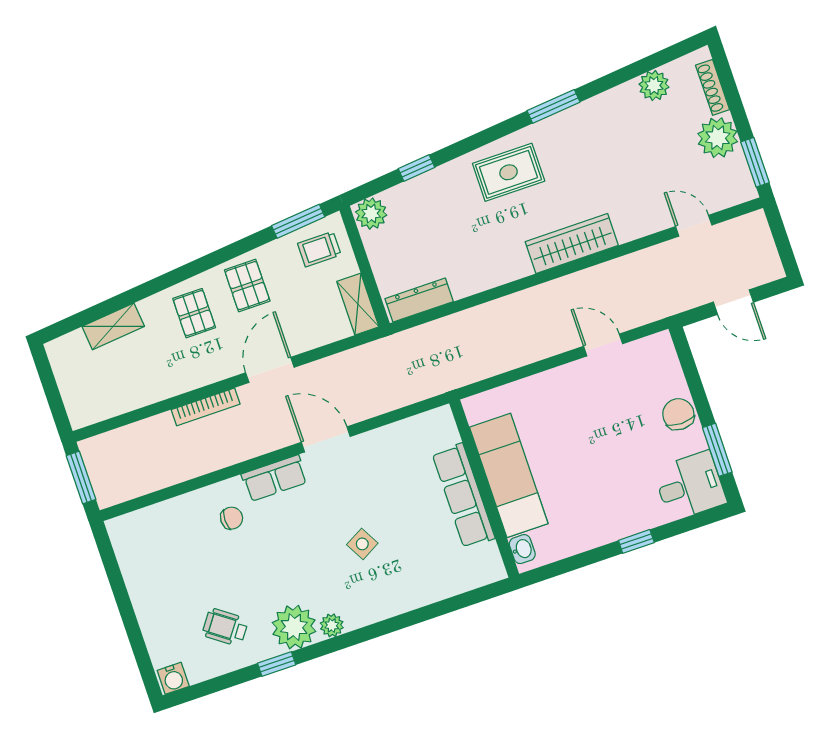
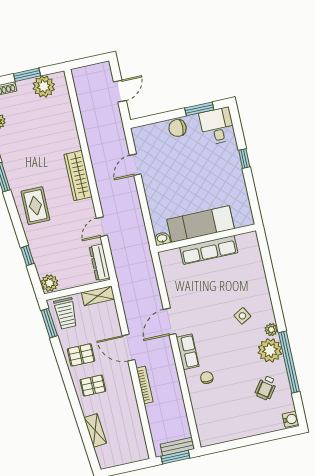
plant: (718, 138) -> (44, 86), moved
window: (755, 162) -> (27, 75), moved
door: (694, 226) -> (102, 227), moved
trolley: (319, 249) -> (66, 313), width x1.36, depth x1.39
bench: (101, 478) -> (177, 447), added
side table: (362, 544) -> (242, 316), moved
washbasin: (522, 549) -> (162, 239), moved
window: (277, 664) -> (289, 362), width x3.17

